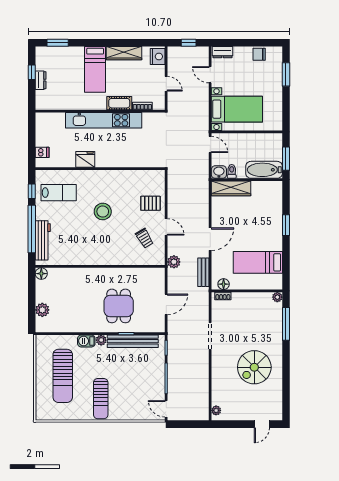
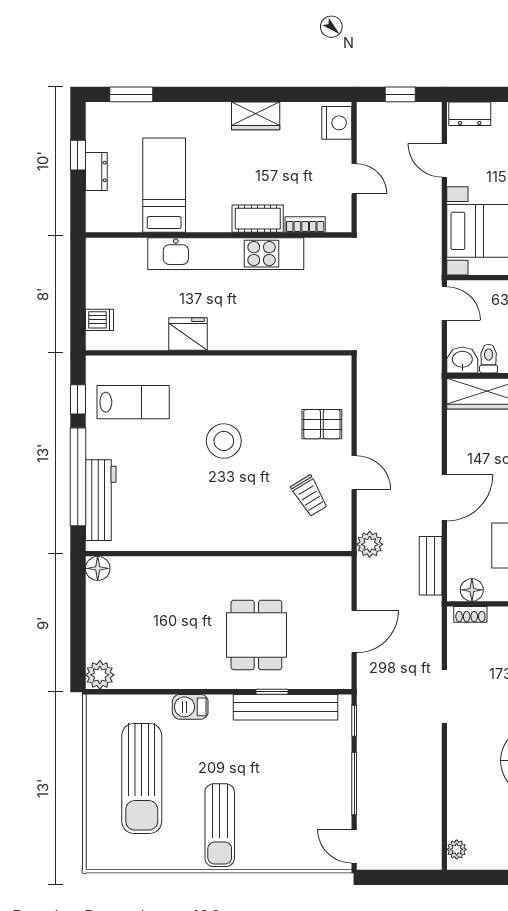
wardrobe: (124, 53) -> (256, 116), width x0.67
bed: (95, 69) -> (164, 185), moved, turned 180
plant: (42, 310) -> (100, 675), moved
plant: (101, 340) -> (221, 705), removed

